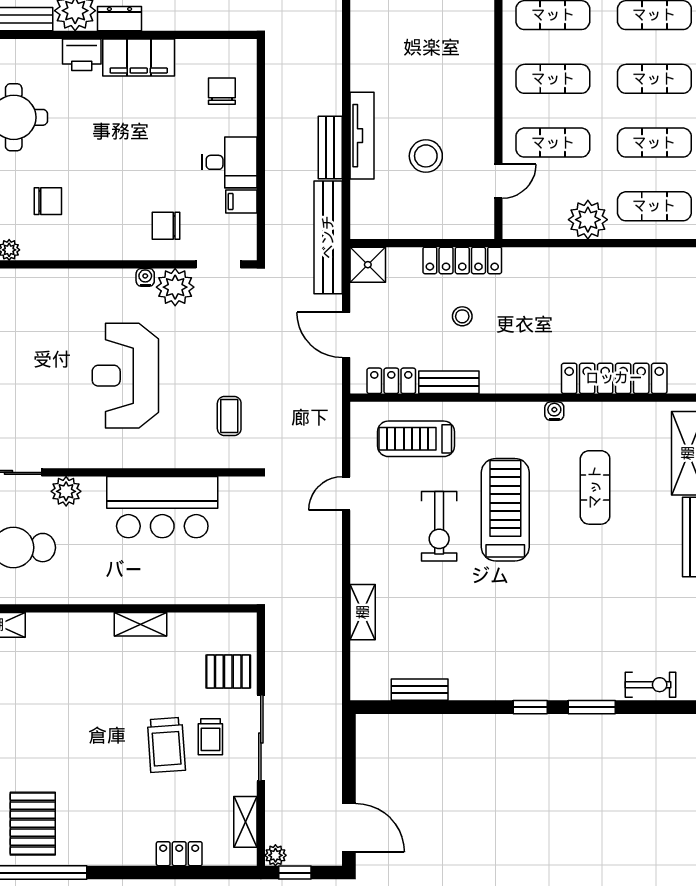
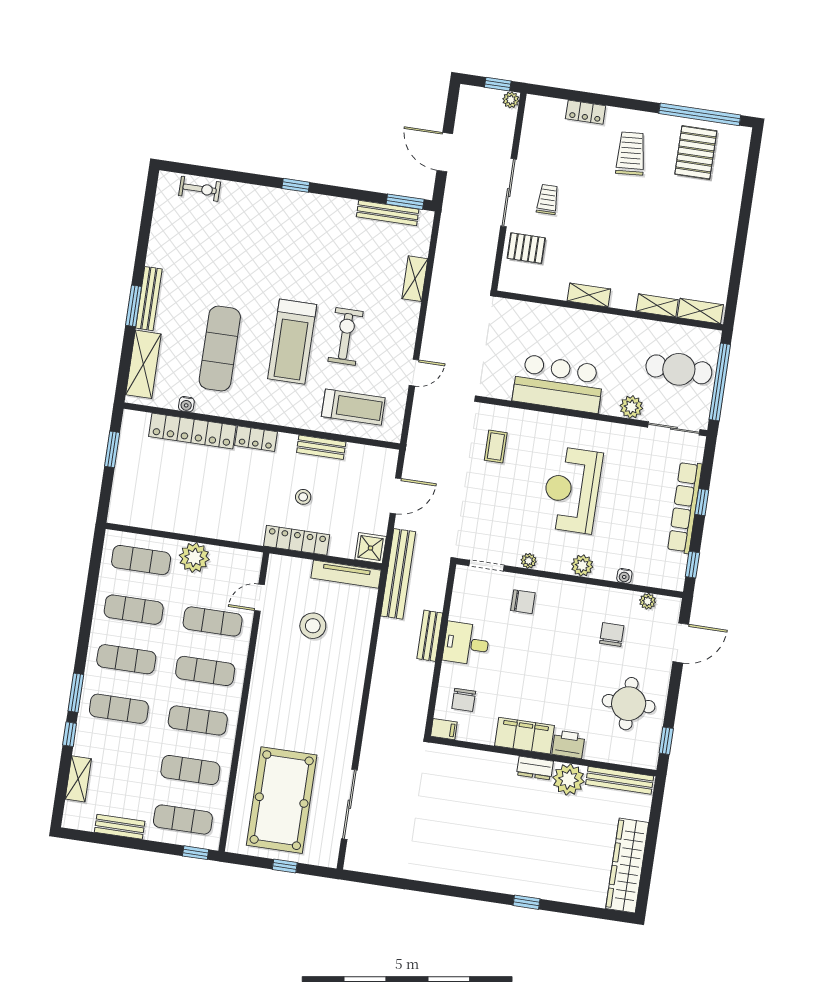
tv unit: (362, 136) -> (346, 574), moved, turned -90
bench: (330, 147) -> (430, 636), moved
chair: (48, 201) -> (612, 635), turned 90
filing cabinet: (241, 202) -> (444, 729), moved
water cooler: (145, 277) -> (624, 576), moved
plant: (98, 282) -> (582, 566), added
plant: (175, 287) -> (529, 561), width x0.53, depth x0.53
door: (346, 335) -> (395, 496), hinge flipped
reception desk: (125, 376) -> (572, 490), turned 180
locker: (391, 381) -> (256, 439), moved
water cooler: (554, 411) -> (186, 404), moved
exercise mat: (595, 487) -> (220, 349), width x1.36, depth x1.45
exercise bike: (651, 685) -> (200, 189), turned 180
bench: (420, 690) -> (388, 213), width x1.36
window: (592, 707) -> (405, 202), moved
trolley: (166, 745) -> (631, 154), moved
shelving: (245, 822) -> (657, 305), moved, turned 90
door: (349, 828) -> (445, 152), moved

